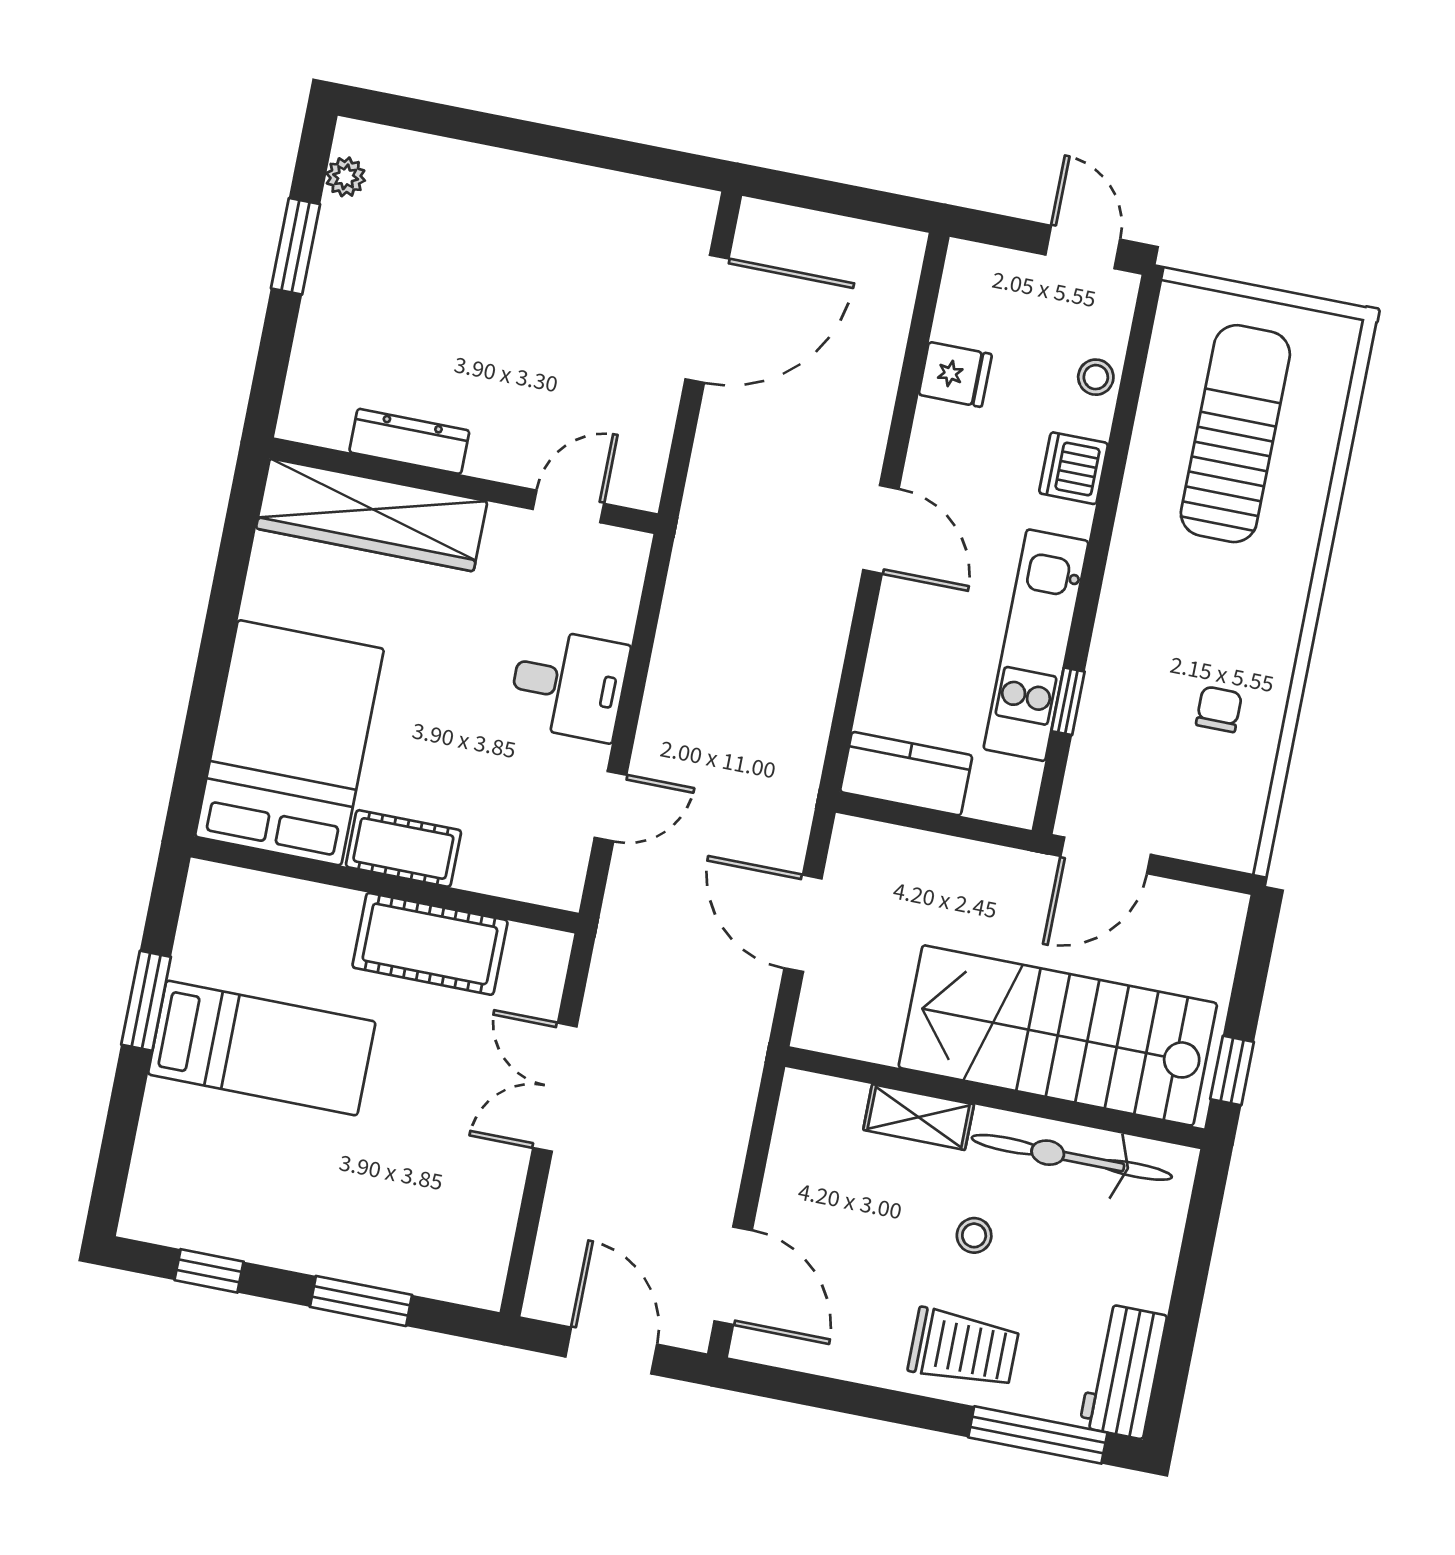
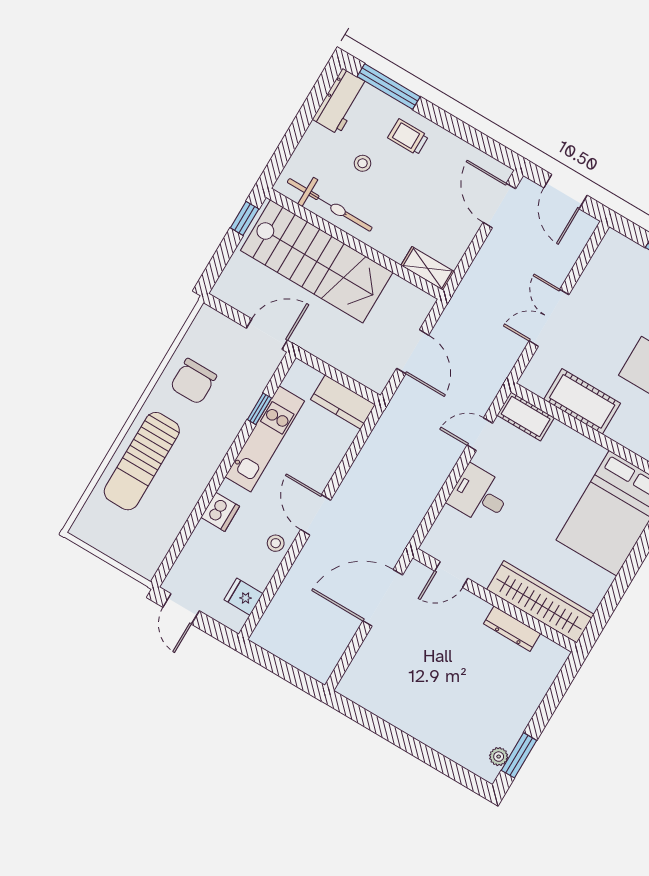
window: (295, 246) -> (519, 755), moved
door: (707, 319) -> (383, 598), moved
fridge: (955, 374) -> (244, 597), moved
stool: (1096, 377) -> (276, 543), moved
sun lounger: (1235, 434) -> (142, 461), moved
chair: (1219, 709) -> (193, 381), width x1.87, depth x1.87
cot: (403, 848) -> (526, 417), moved
double door: (555, 1087) -> (549, 318), swing flipped
shelving: (919, 1117) -> (428, 268), moved
stool: (974, 1235) -> (363, 163), moved
trolley: (963, 1348) -> (408, 137), width x0.73, depth x0.72

